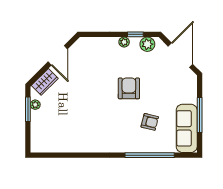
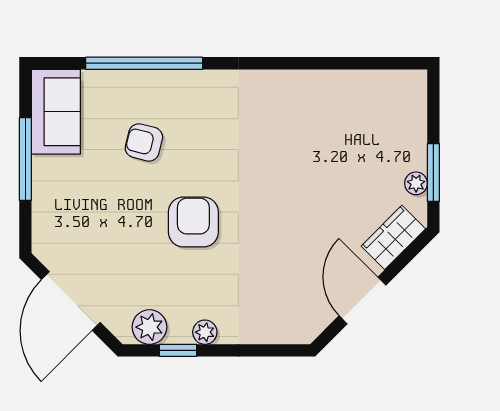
armchair: (129, 88) -> (193, 222), turned 180
sofa: (187, 128) -> (56, 112), width x0.73

